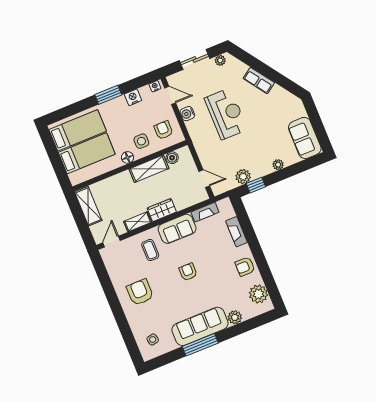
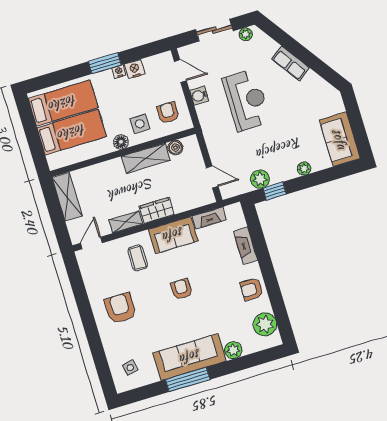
nightstand: (155, 86) -> (119, 71), moved

